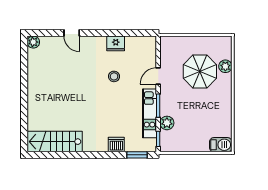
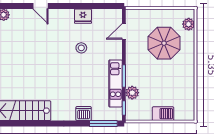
plant: (225, 66) -> (189, 24), moved
door: (158, 76) -> (124, 31), moved
barbecue: (221, 145) -> (163, 114), moved
window: (137, 155) -> (103, 124), width x1.44

